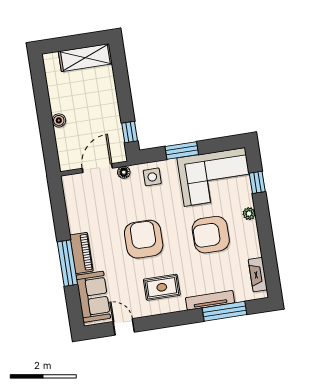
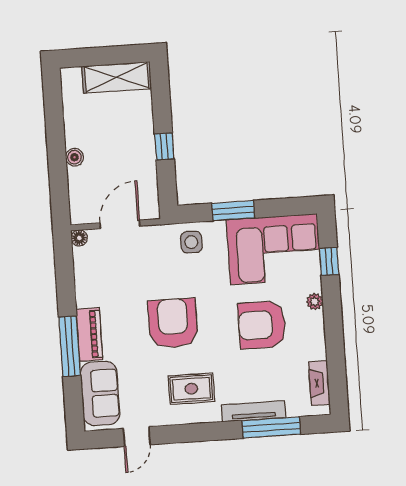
window: (130, 132) -> (164, 146), moved
floor lamp: (124, 172) -> (79, 238), moved
door: (124, 327) -> (137, 437), swing flipped

